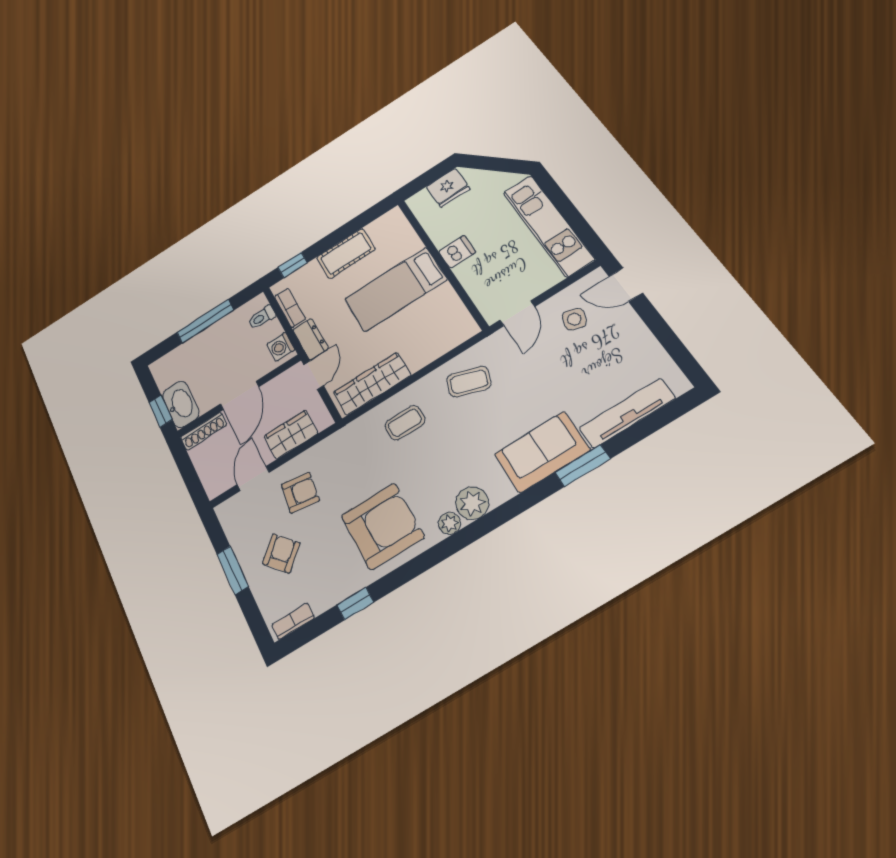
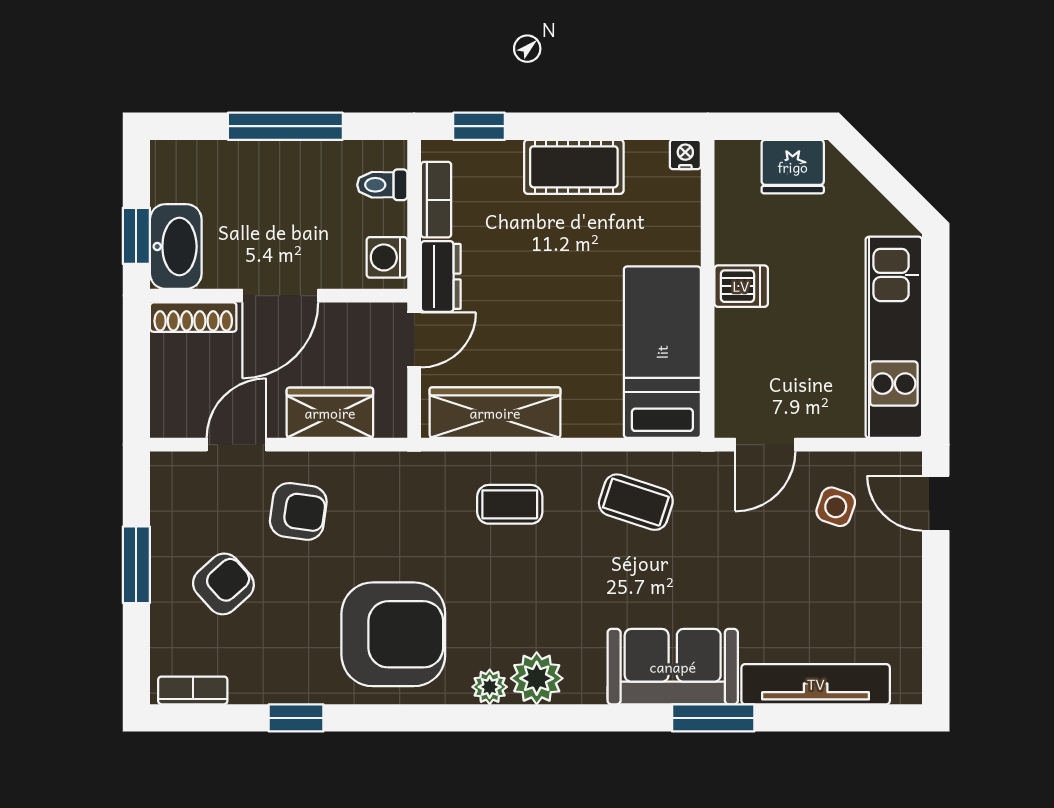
nightstand: (394, 215) -> (685, 155), added
bed: (396, 289) -> (662, 352), moved, turned 90

